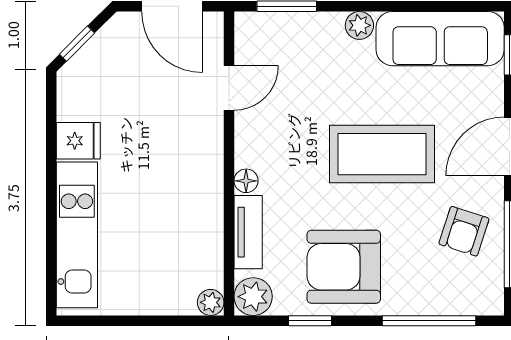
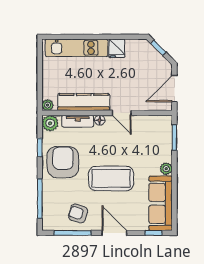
door: (229, 88) -> (122, 113), moved
coffee table: (382, 154) -> (111, 178), turned 90
kitchen counter: (204, 218) -> (84, 102), added

